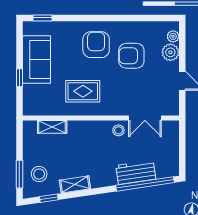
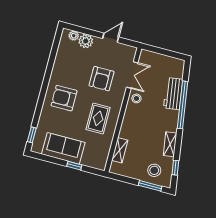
armchair: (131, 56) -> (102, 79), moved
window: (145, 184) -> (182, 105), moved

